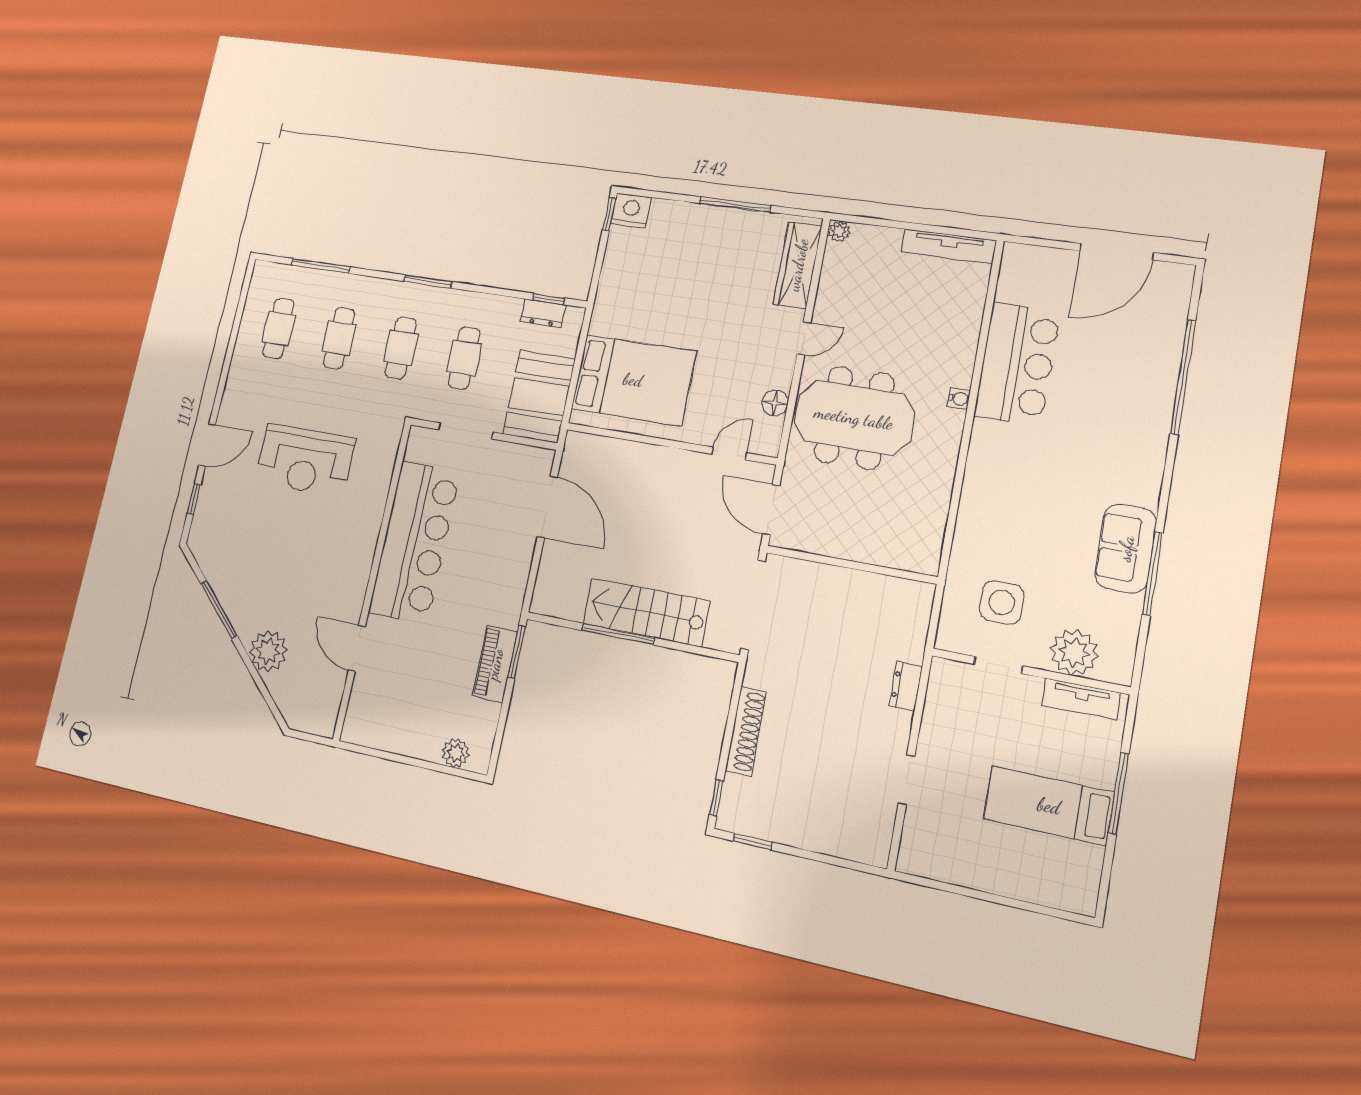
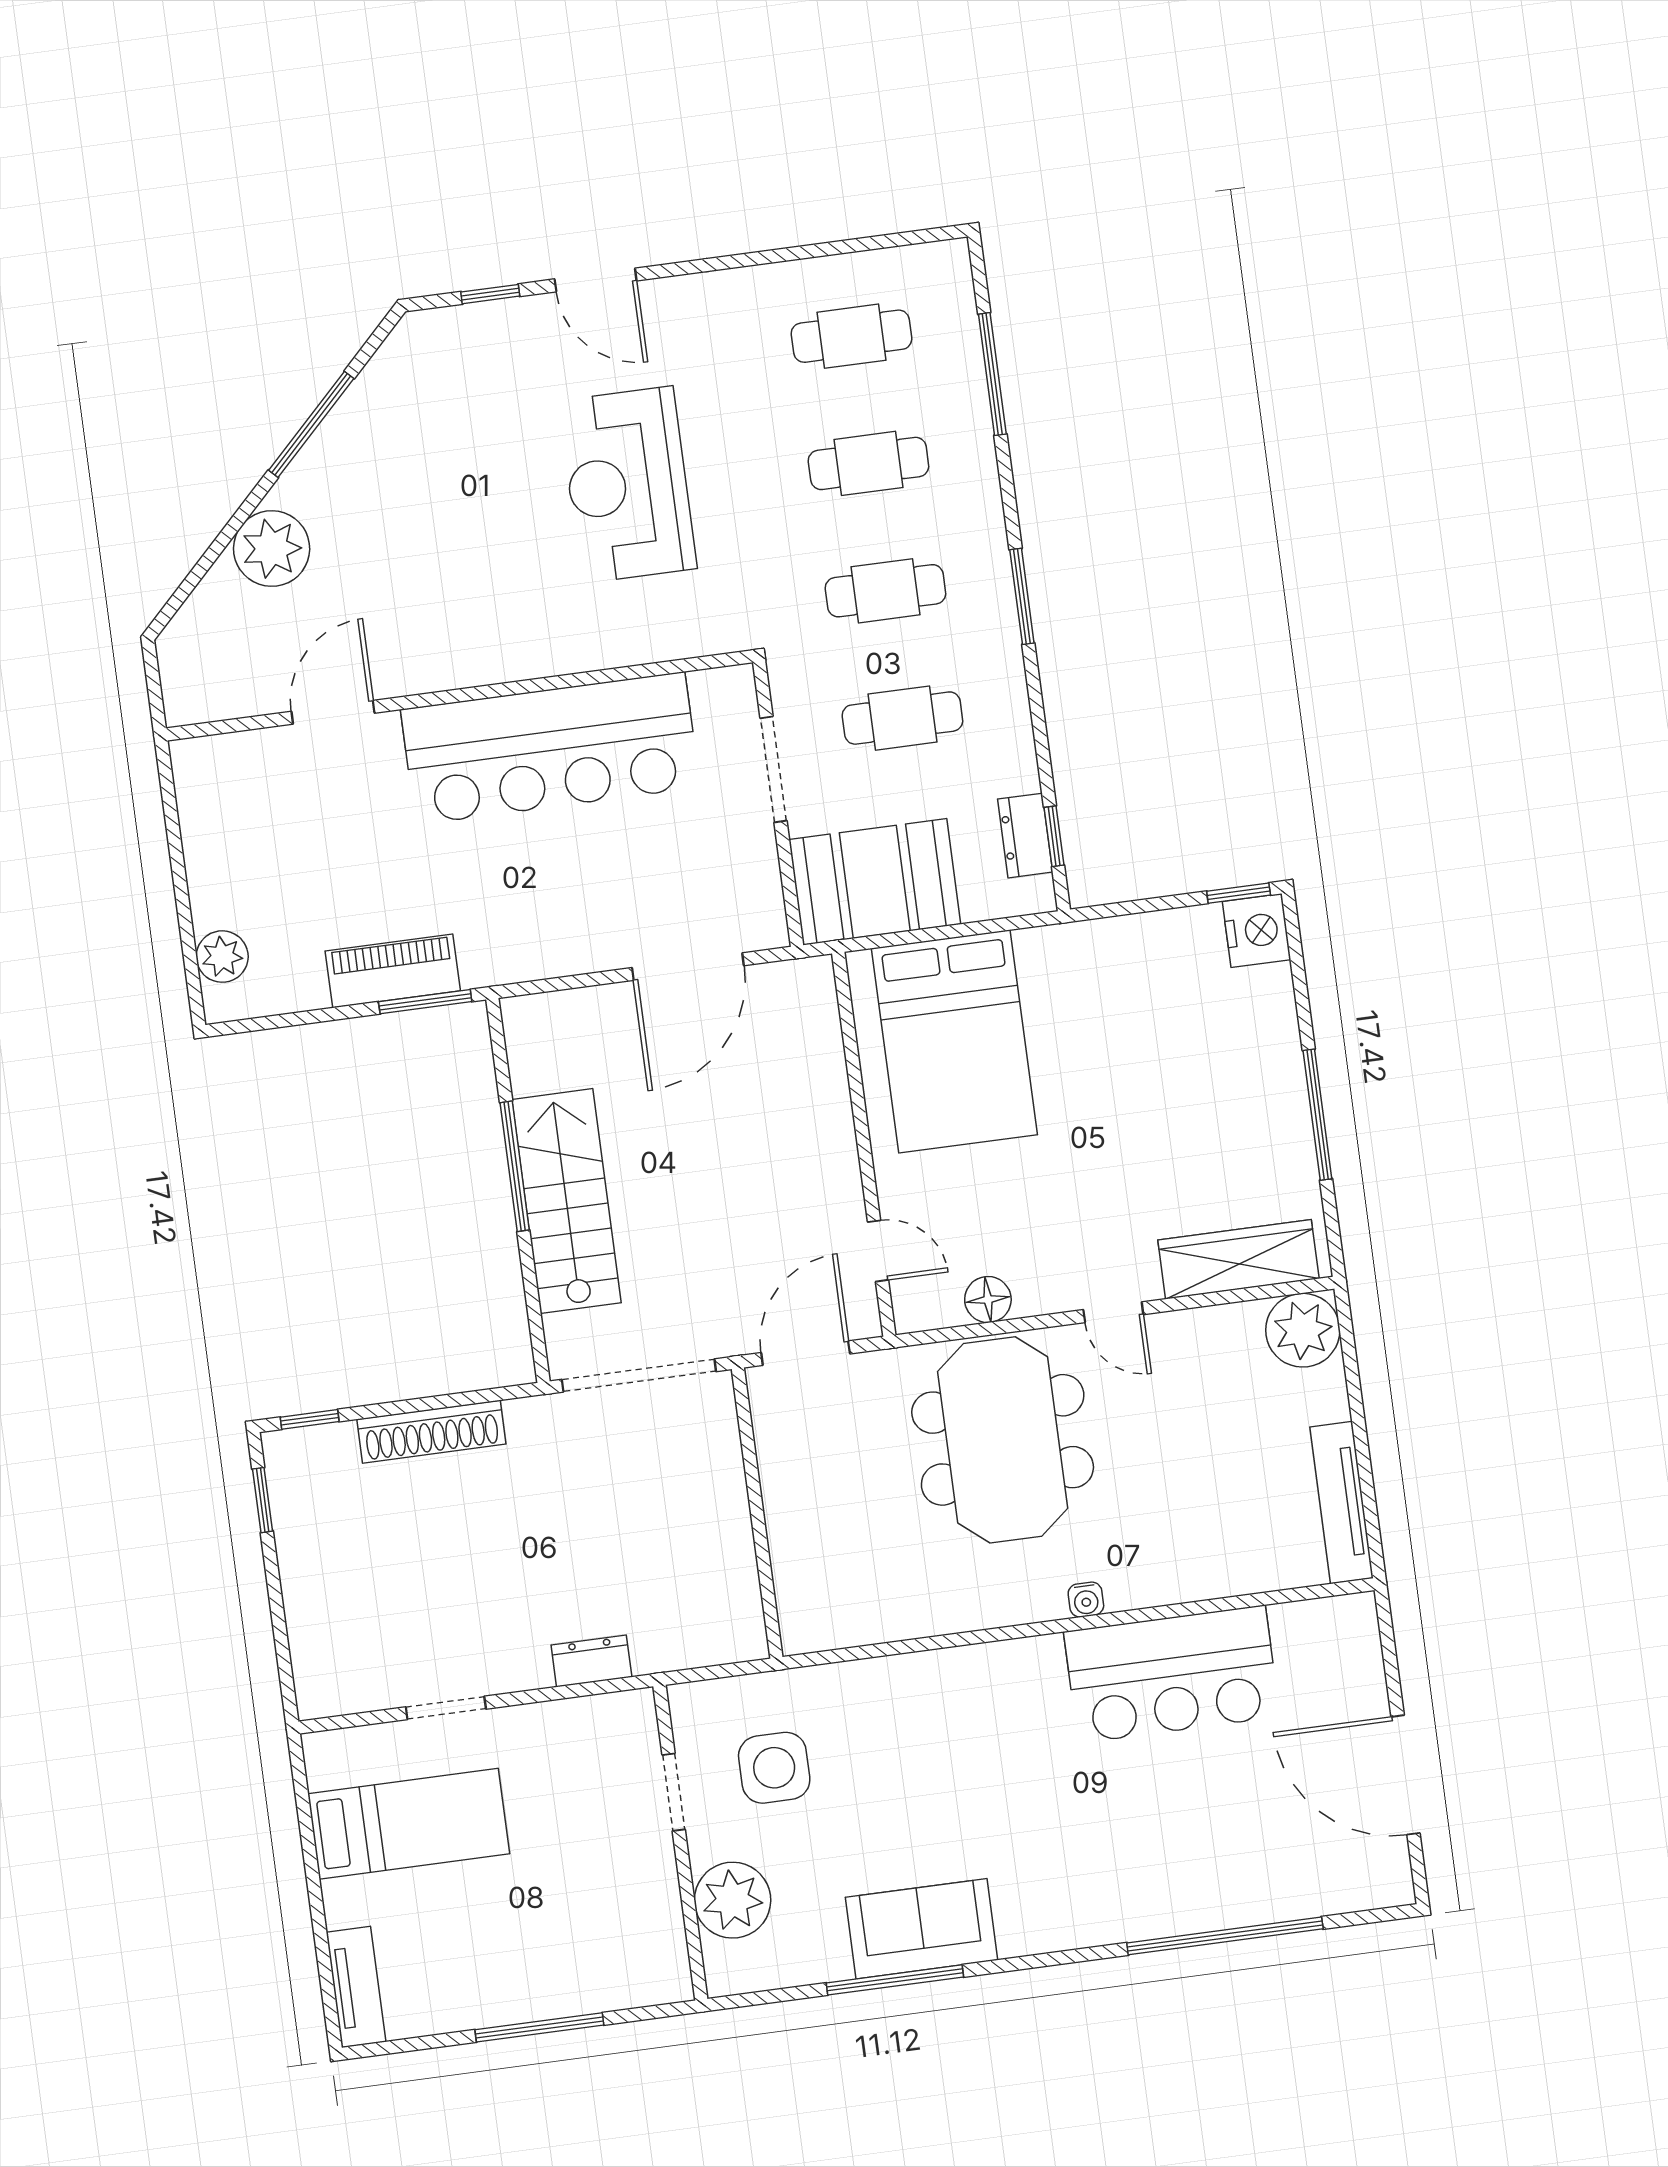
plant: (839, 231) -> (1303, 1330), width x1.88, depth x1.88
tv unit: (1081, 699) -> (356, 1987), moved, turned 180
bed: (1049, 806) -> (409, 1824), moved, turned 90

